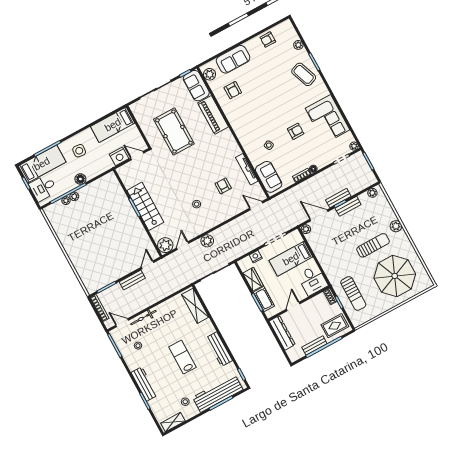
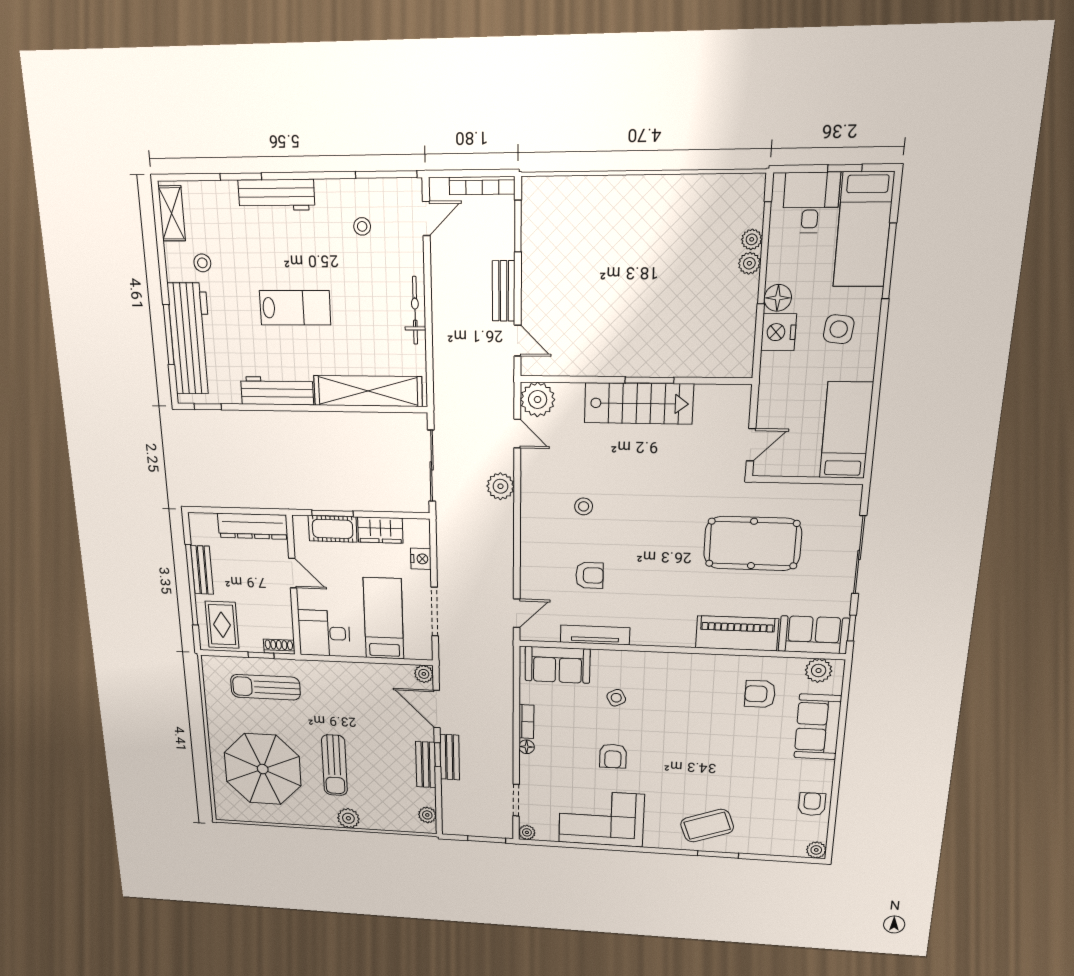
plant: (298, 45) -> (816, 850), moved
nightstand: (119, 156) -> (779, 332), moved
door: (319, 215) -> (437, 709), swing flipped
shelving: (195, 306) -> (368, 391), width x1.47
bicycle: (143, 318) -> (415, 310), moved

